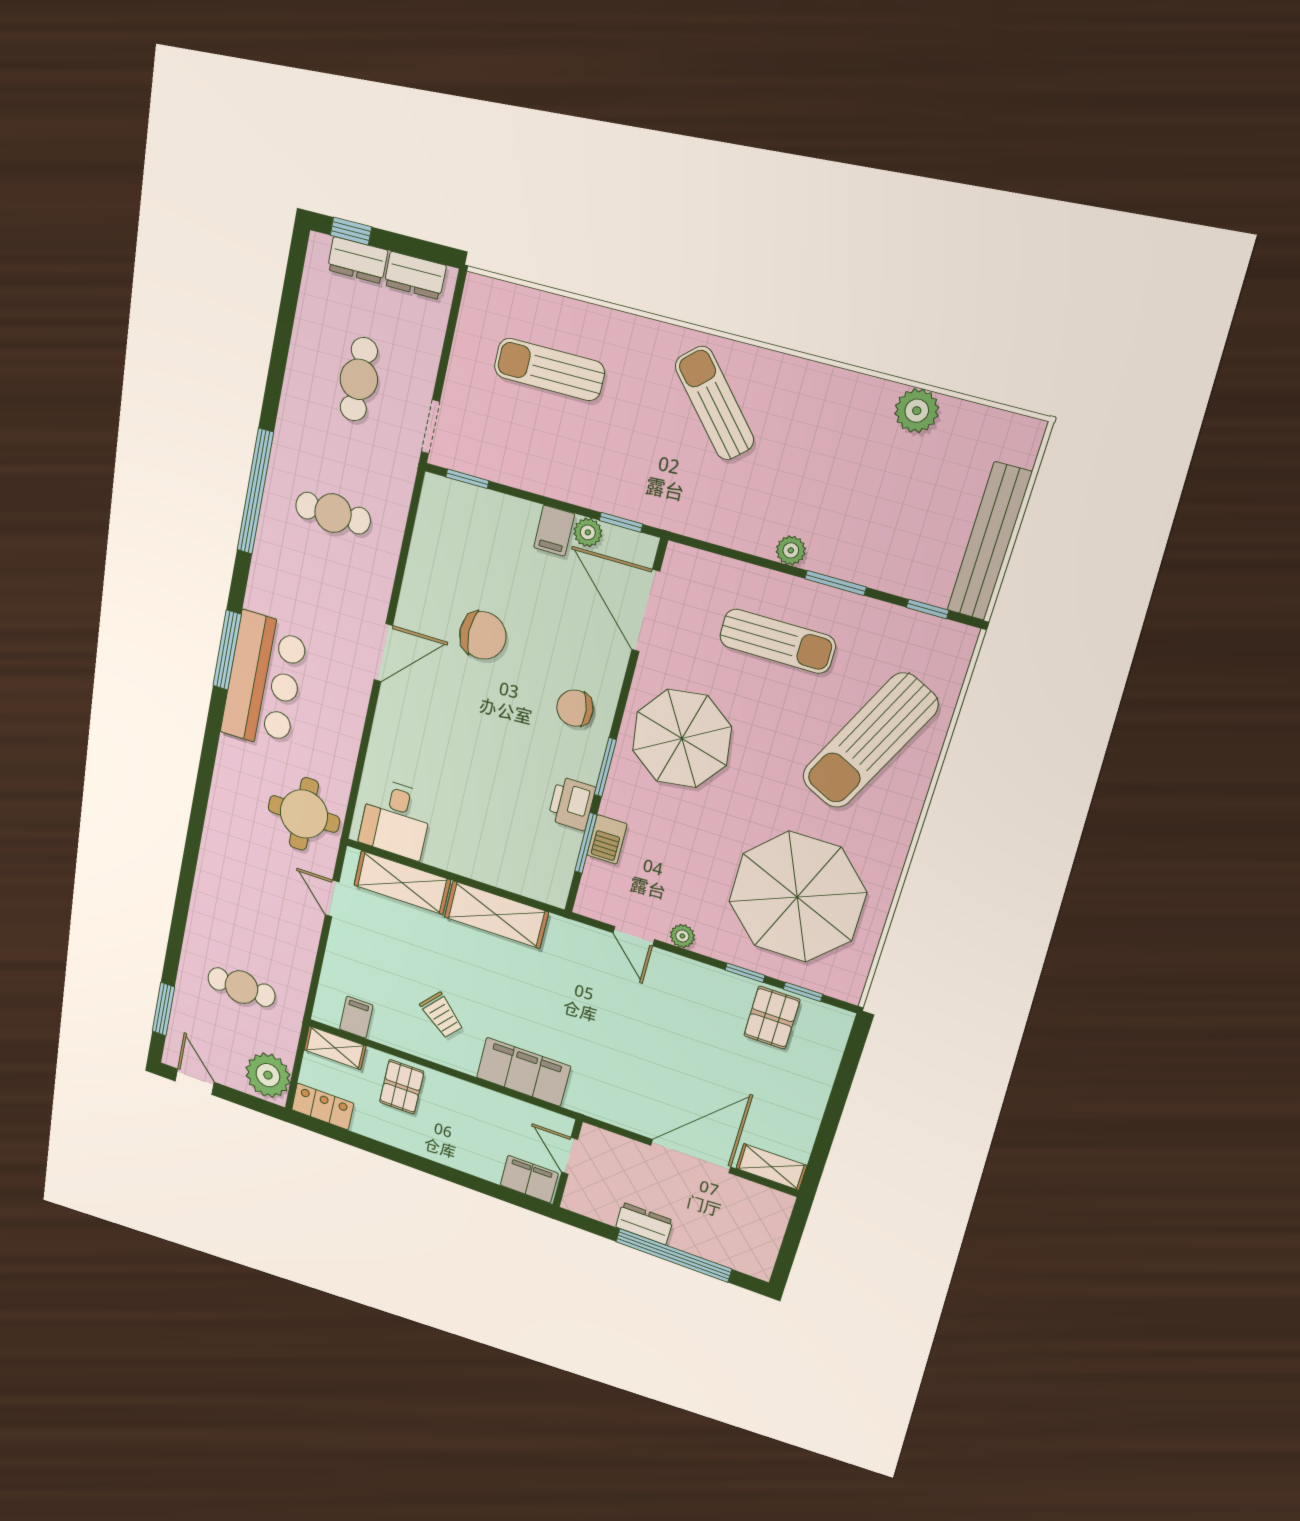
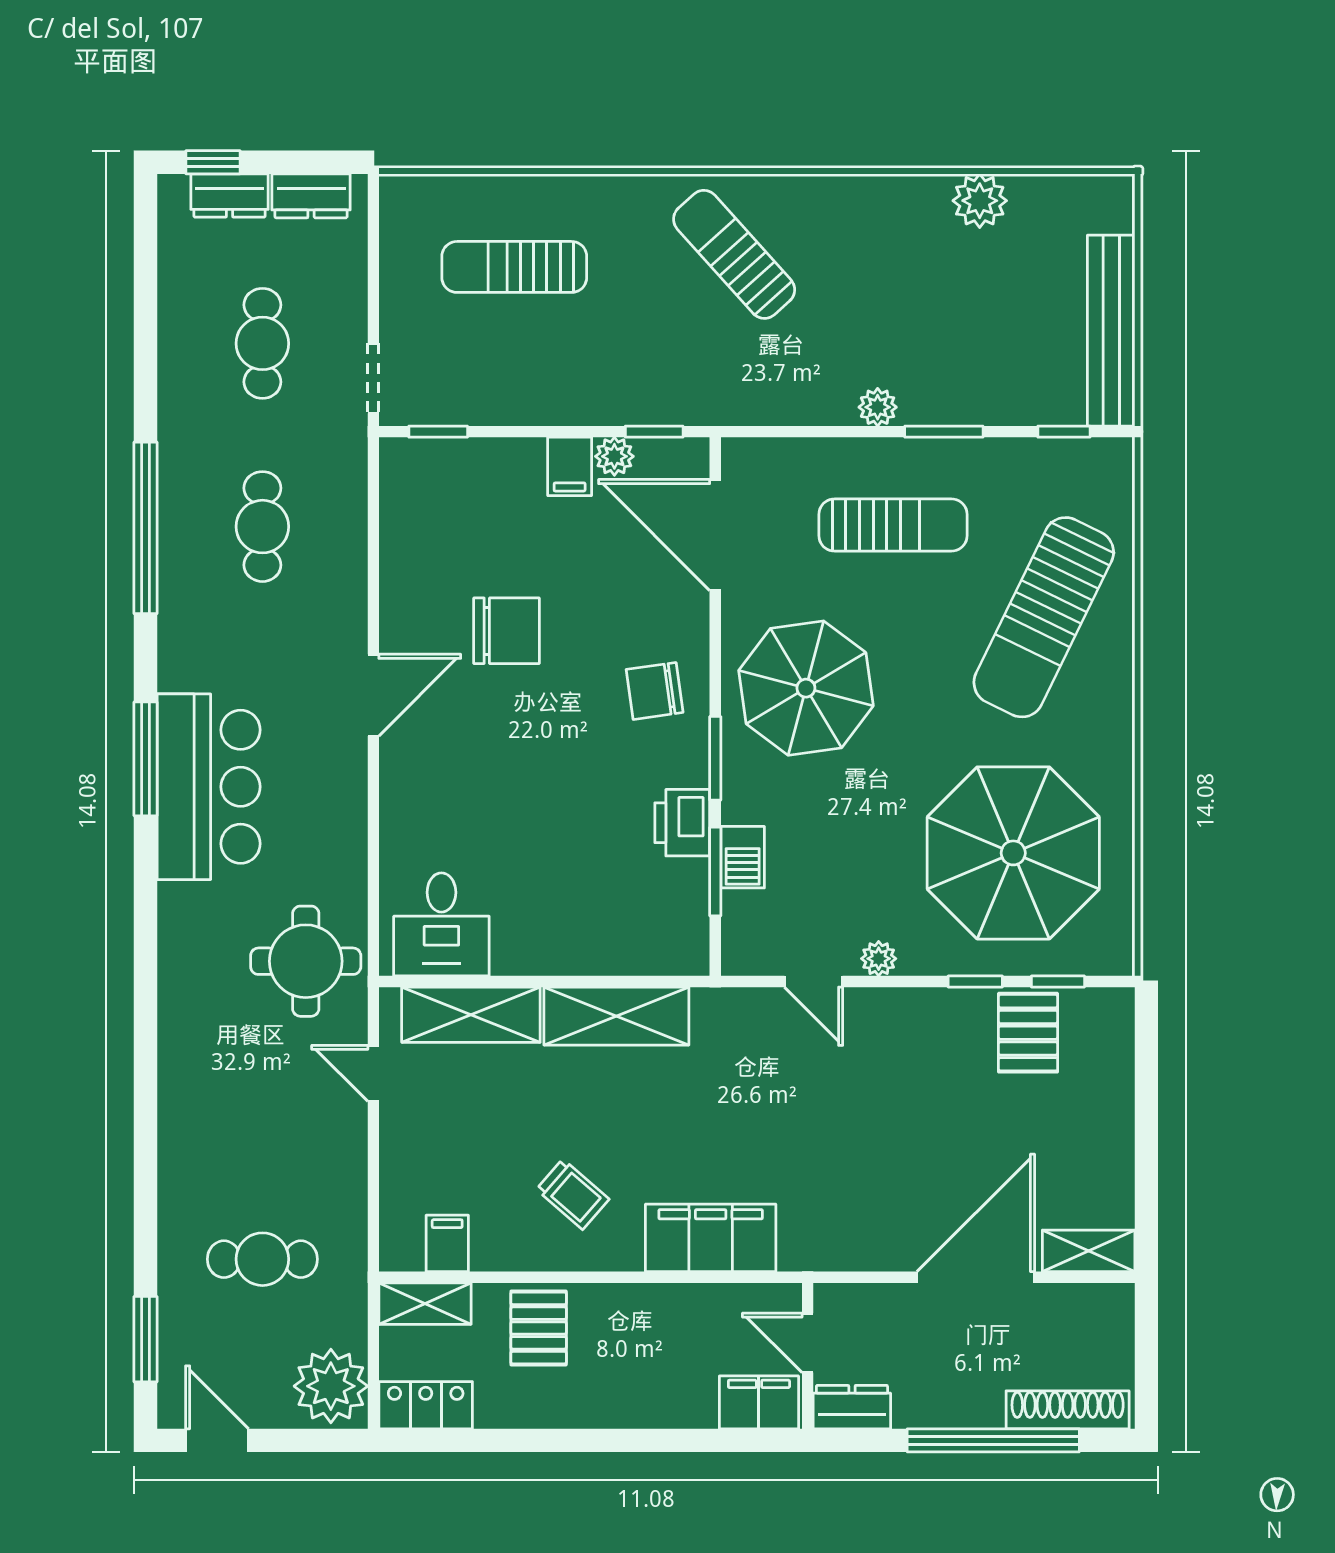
cafe table: (333, 513) -> (262, 527), turned 90
dresser: (644, 1224) -> (852, 1407), moved
shoe rack: (728, 1255) -> (1068, 1410), added

